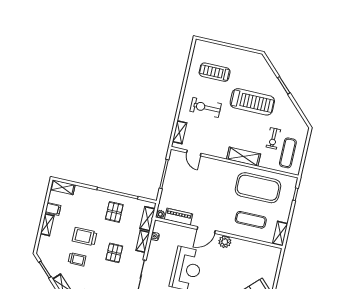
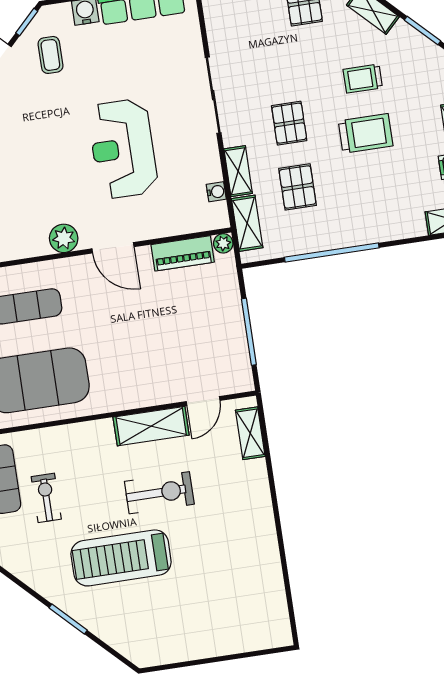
treadmill: (215, 72) -> (226, 590), removed
exercise bike: (206, 107) -> (159, 493), moved
door: (194, 153) -> (203, 401), swing flipped
shelving: (244, 157) -> (151, 426), moved
pallet: (114, 212) -> (298, 187), moved
door: (206, 230) -> (113, 248), swing flipped

